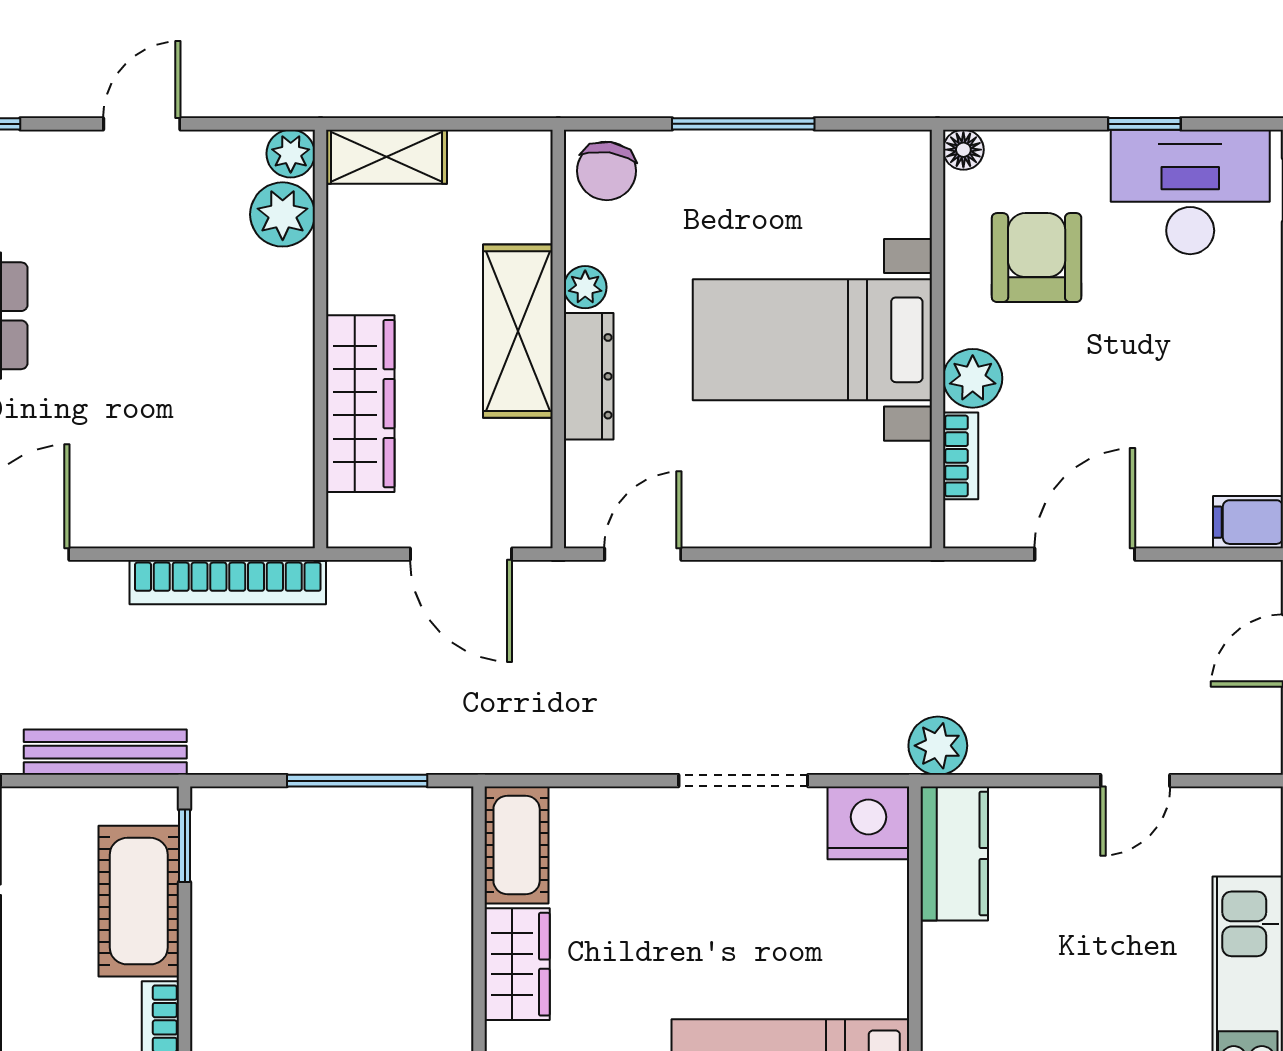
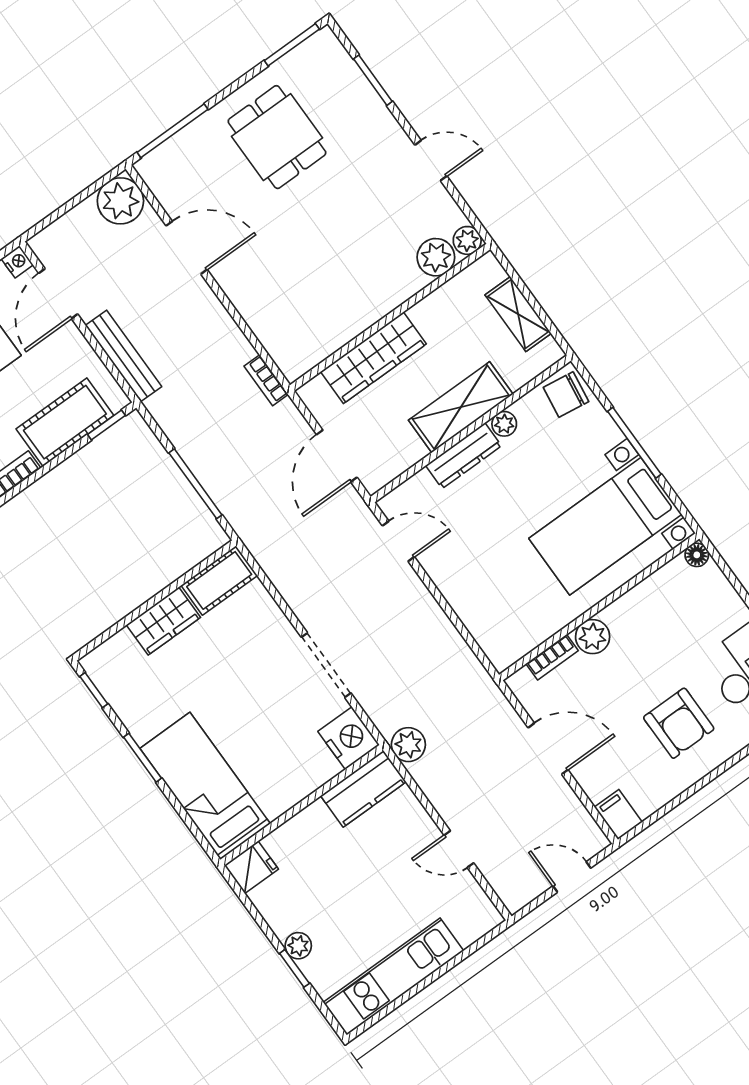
shelving: (386, 157) -> (518, 314), moved
armchair: (1037, 258) -> (679, 723), moved, turned 90
bed with nightstands: (812, 340) -> (605, 526), moved, turned -90
bookcase: (228, 582) -> (266, 380), width x0.43, depth x0.76

